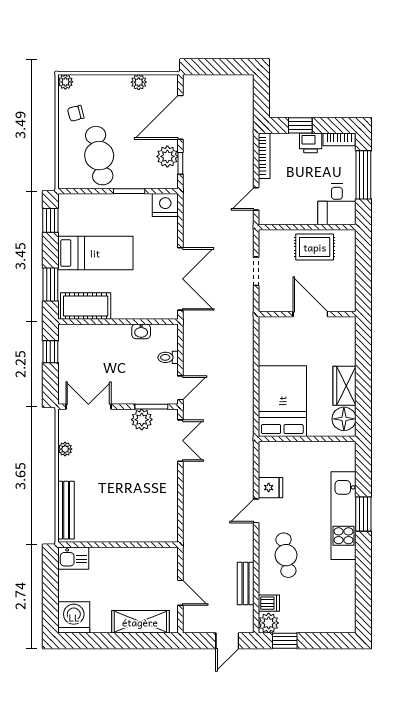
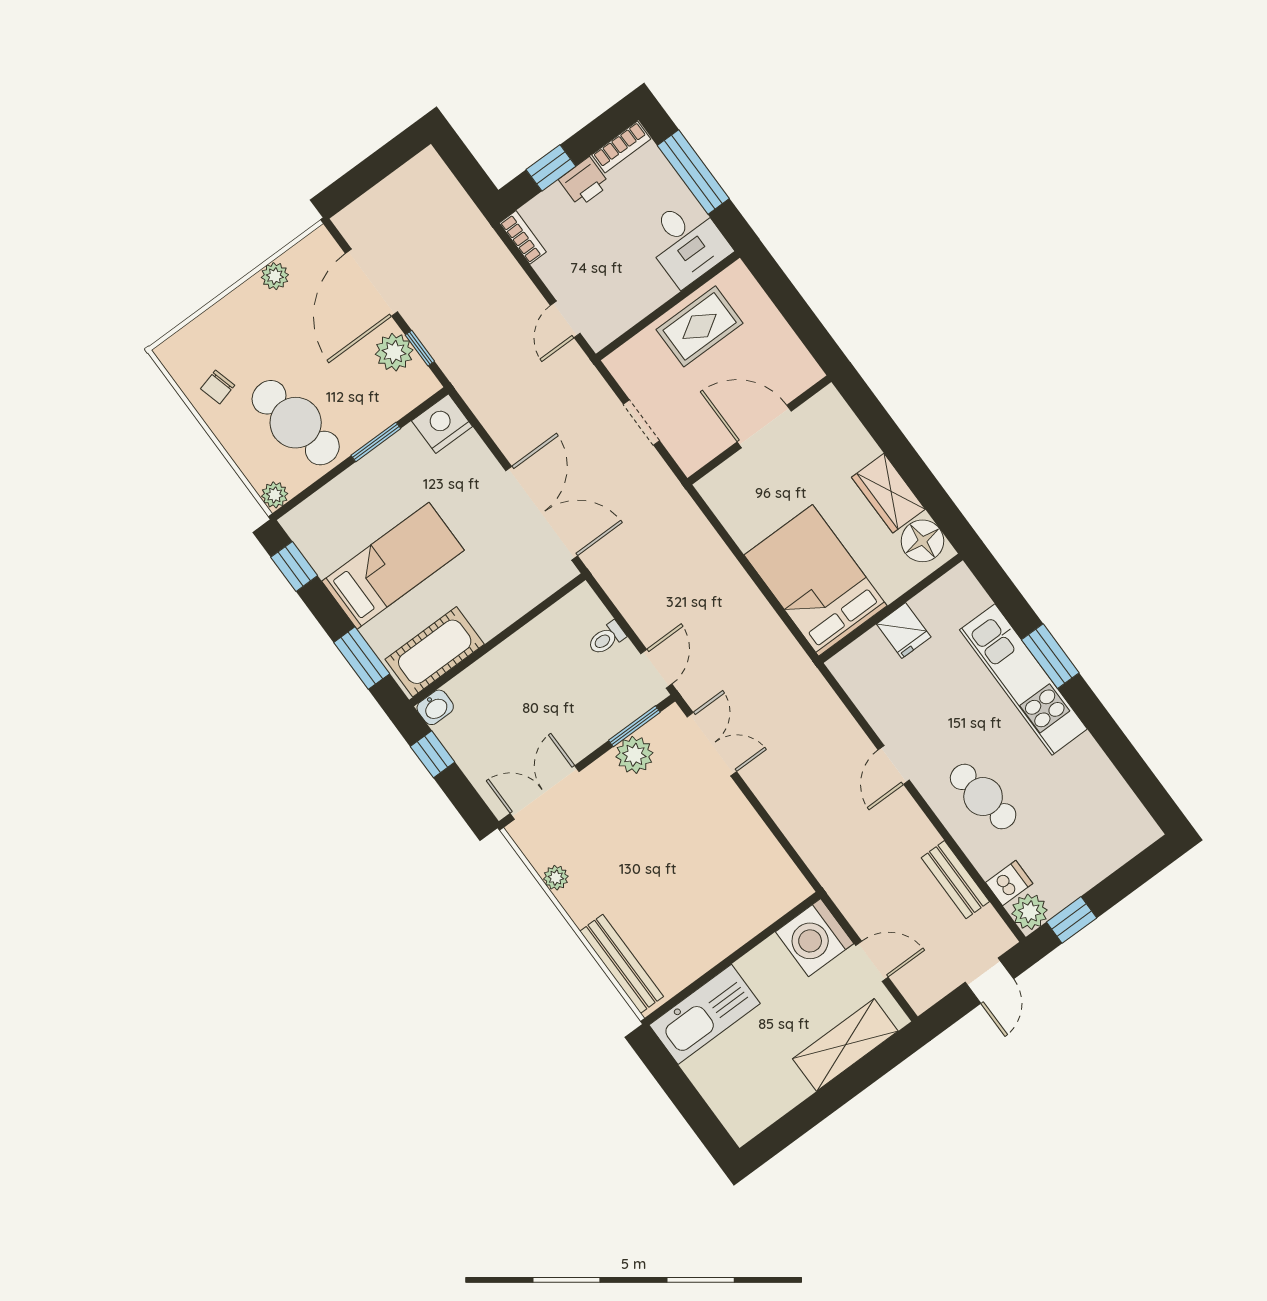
plant: (65, 82) -> (275, 495), moved
bookcase: (264, 156) -> (523, 237), width x0.64
washbasin: (141, 331) -> (435, 707), moved
fridge: (271, 488) -> (904, 631), moved, turned 90
kitchen sink: (73, 558) -> (705, 1014), width x1.88, depth x1.24
washing machine: (74, 617) -> (815, 938), moved, turned -90

